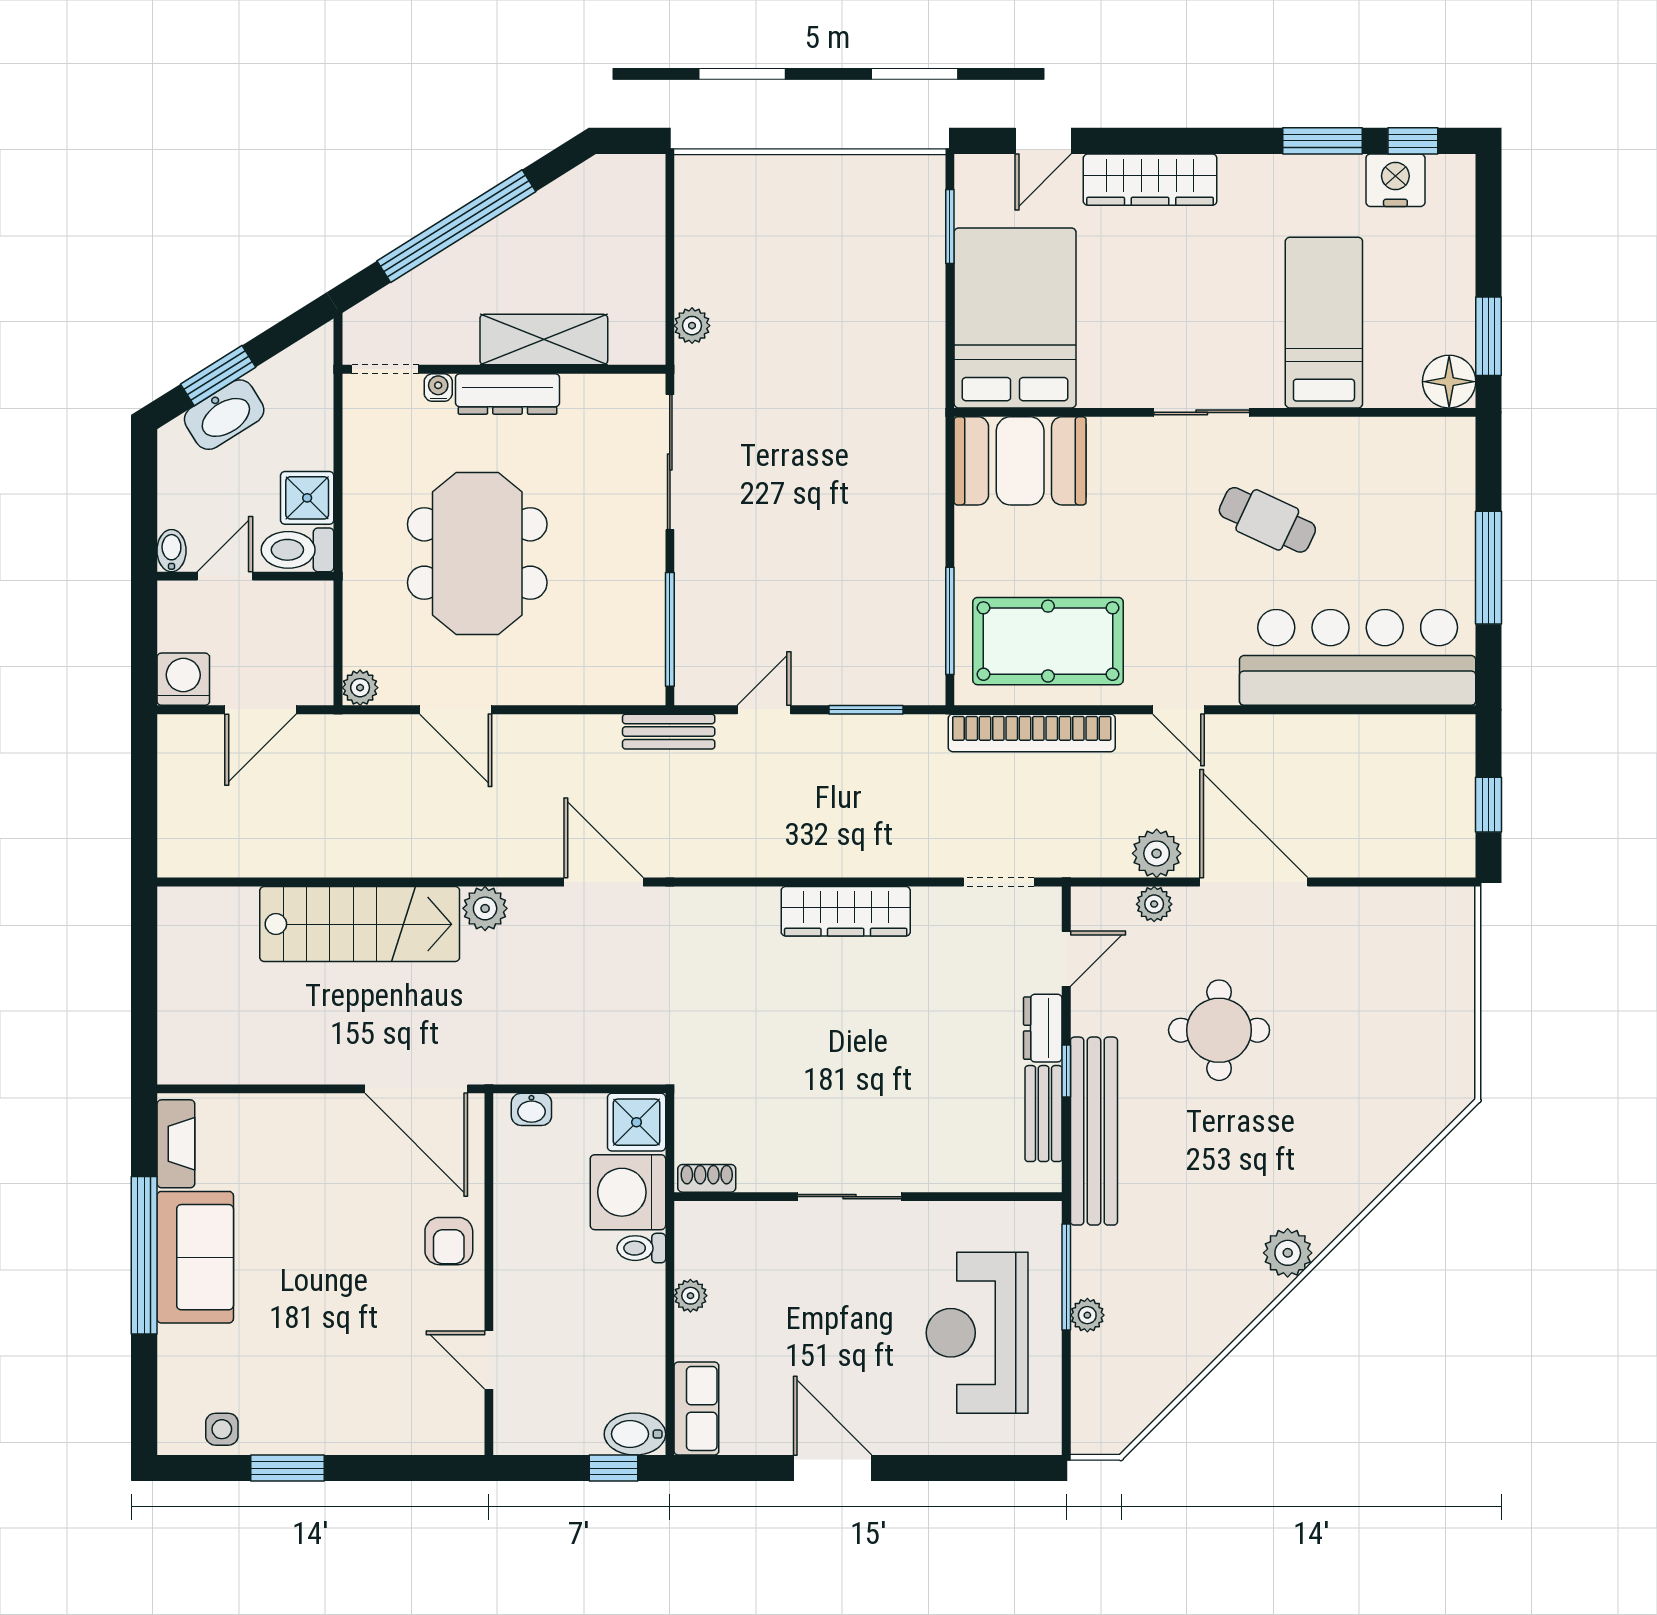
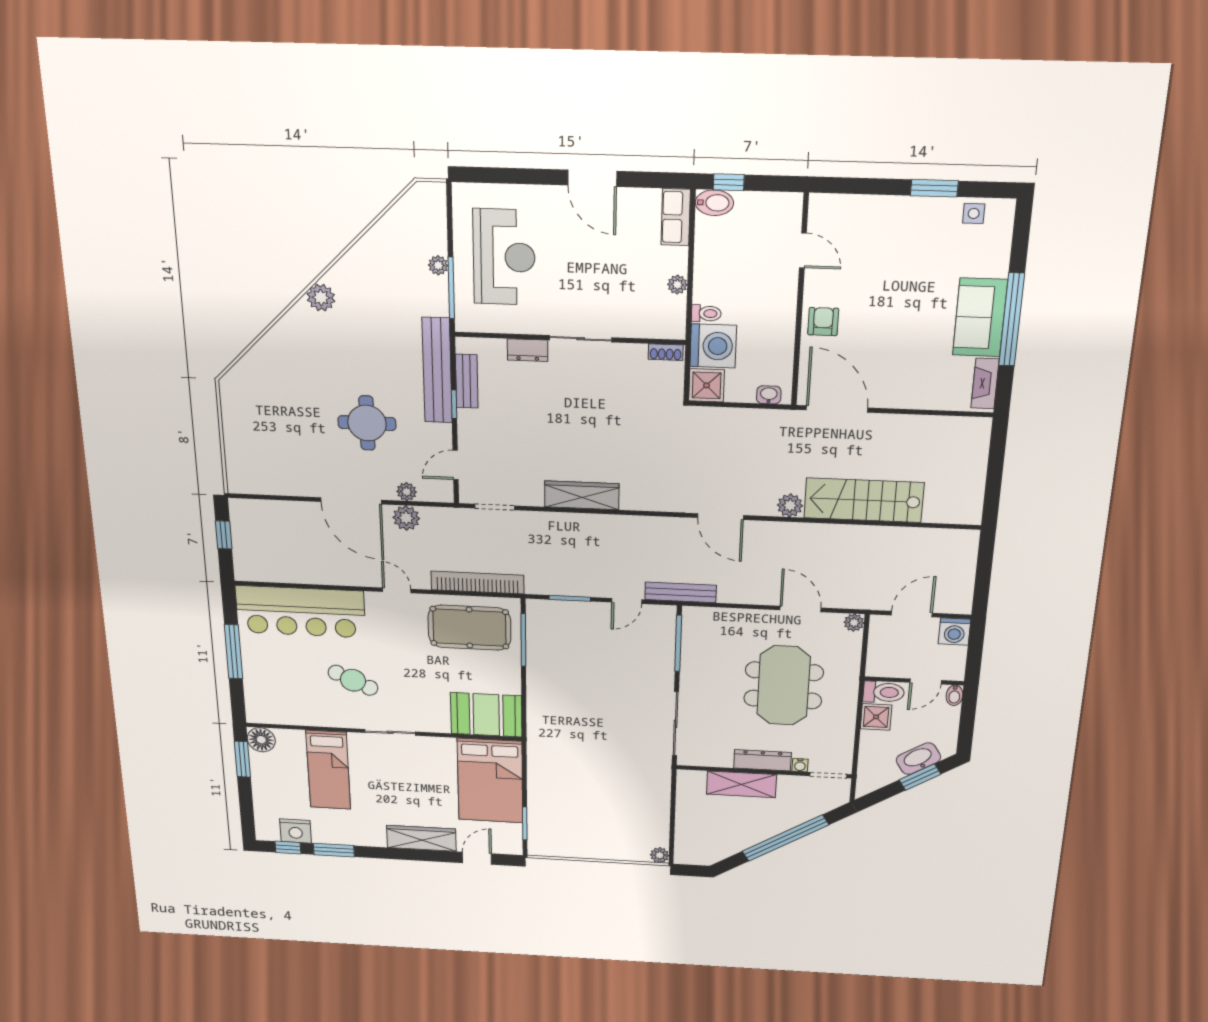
plant: (692, 326) -> (660, 855), moved
bench: (669, 732) -> (681, 592), width x1.36
dresser: (1043, 1028) -> (528, 350), moved, turned 90

